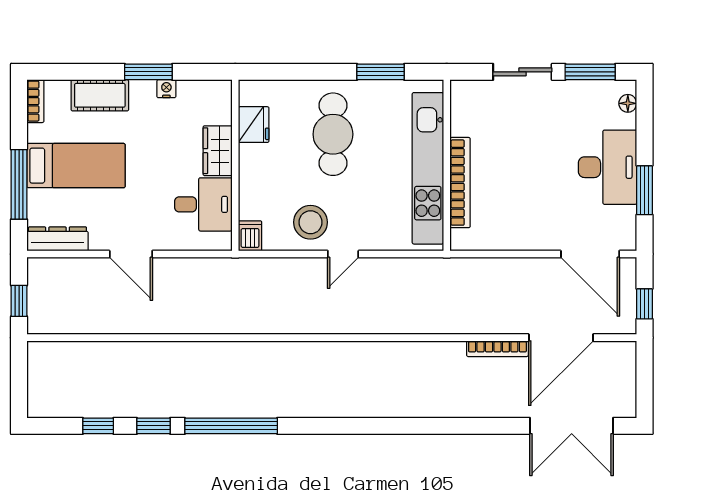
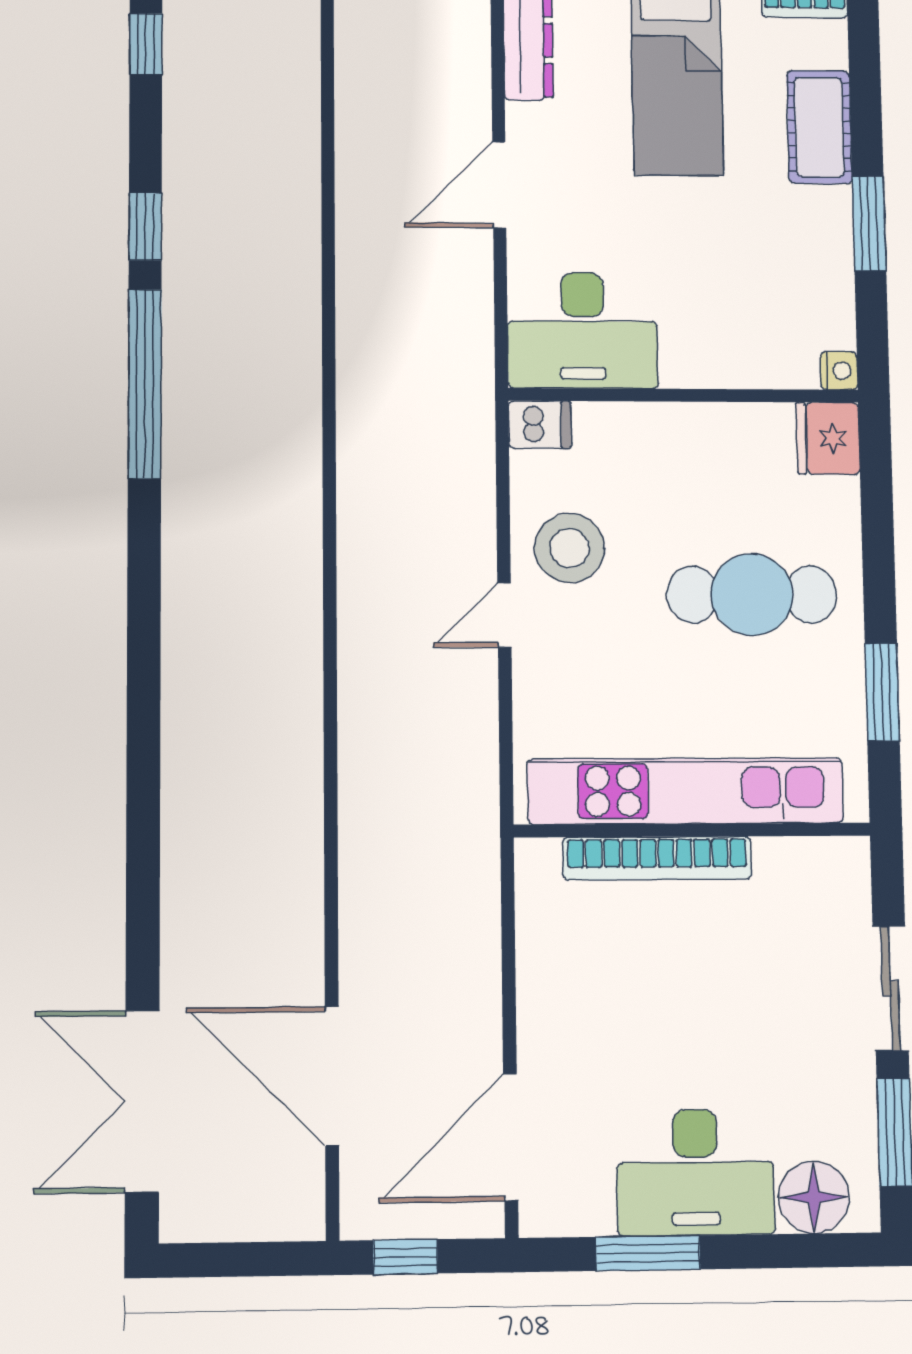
nightstand: (166, 89) -> (839, 371), moved
floor lamp: (628, 103) -> (814, 1197), width x1.89, depth x1.89
fridge: (254, 125) -> (828, 438), moved, turned 90
wardrobe: (218, 151) -> (713, 360), removed
desk: (203, 204) -> (583, 330), width x1.37
door: (343, 254) -> (504, 615), hinge flipped
bookcase: (497, 349) -> (308, 940), removed
window: (98, 426) -> (146, 44), moved

